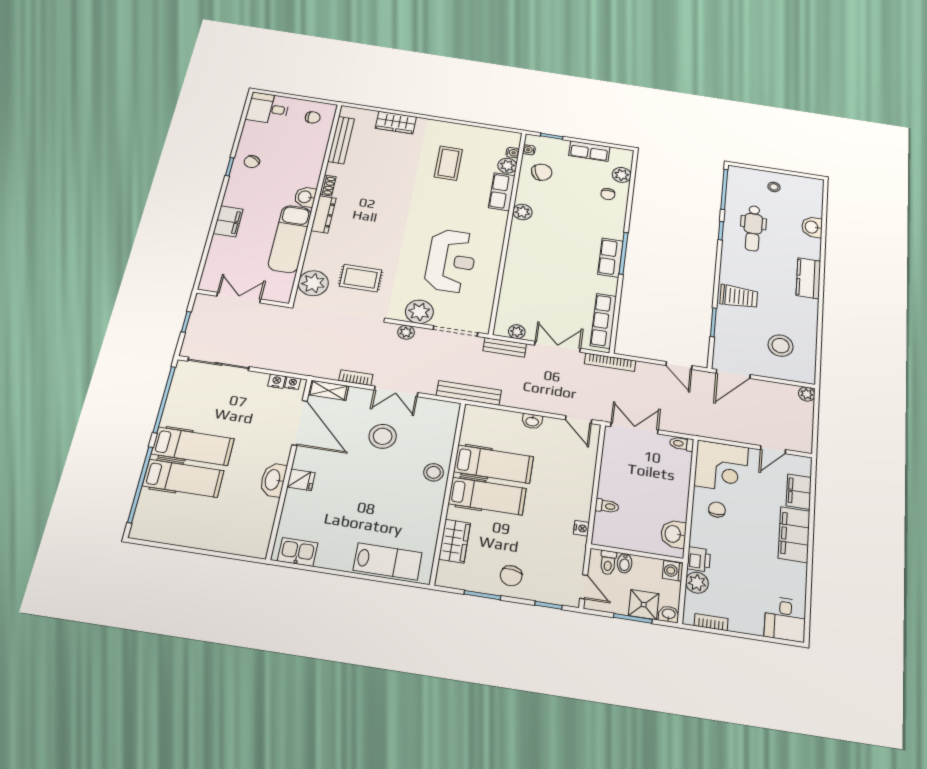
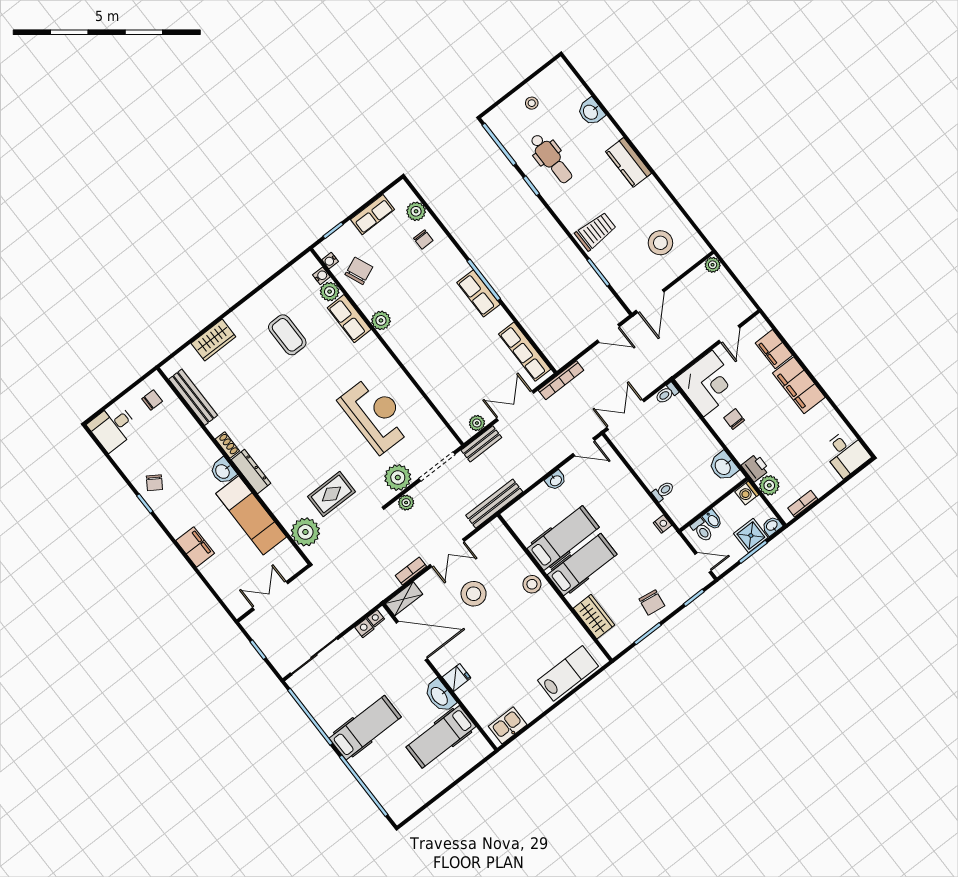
hospital bed: (183, 478) -> (441, 737), moved, turned 180

